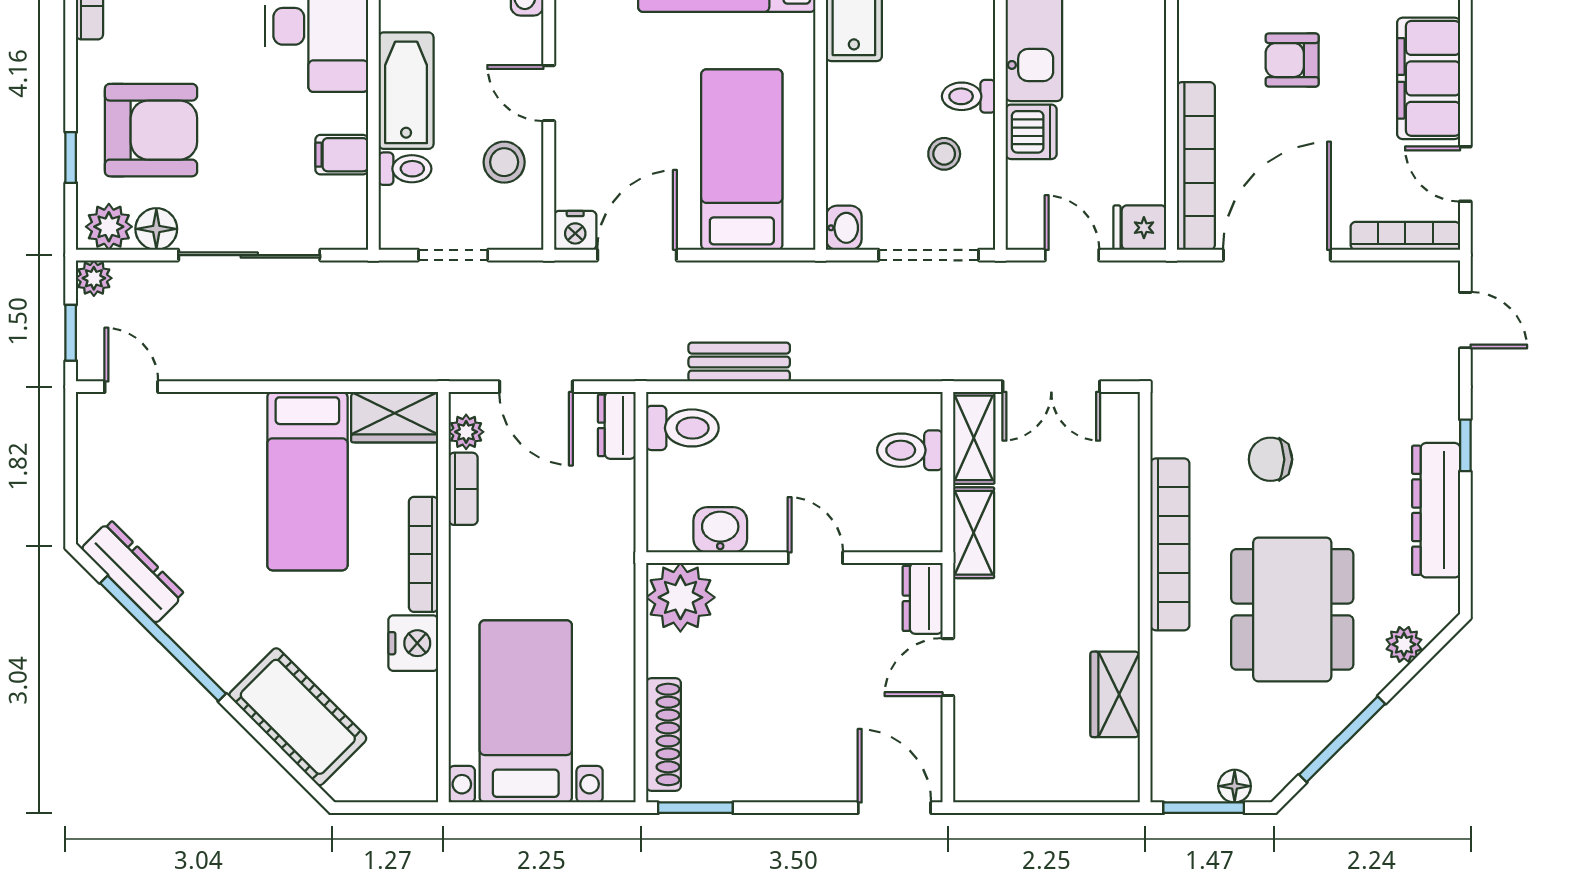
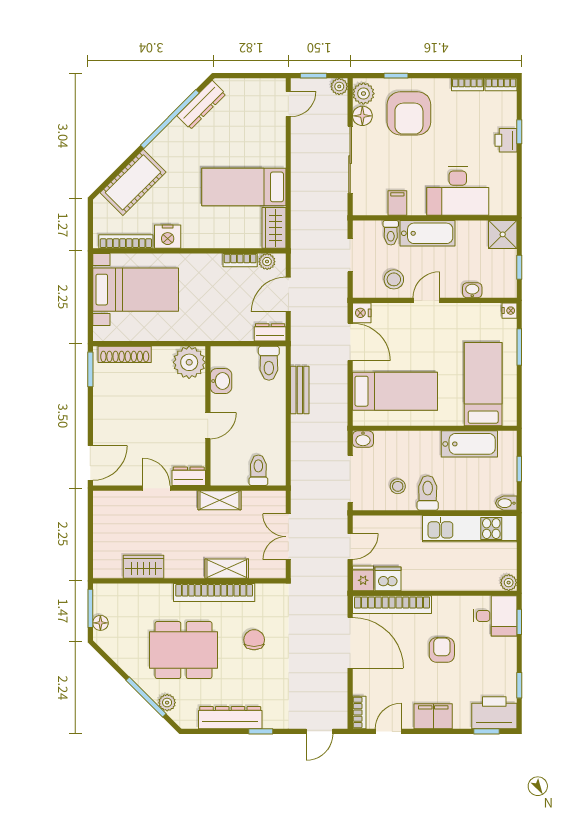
filing cabinet: (1429, 78) -> (433, 716), width x0.67, depth x0.86
toilet: (969, 96) -> (428, 493), width x1.37, depth x1.39
dishwasher: (1031, 132) -> (388, 579), moved, turned 180
bookcase: (1405, 236) -> (359, 712), width x0.64
shelving: (974, 438) -> (227, 569), moved
bookcase: (424, 554) -> (126, 241), moved
window: (1342, 739) -> (146, 697), moved

